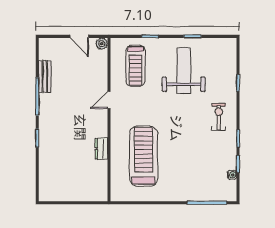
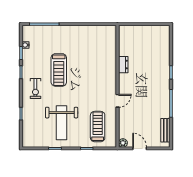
bench: (45, 76) -> (165, 130), moved
treadmill: (144, 156) -> (59, 70), moved, width x0.73, depth x0.73

